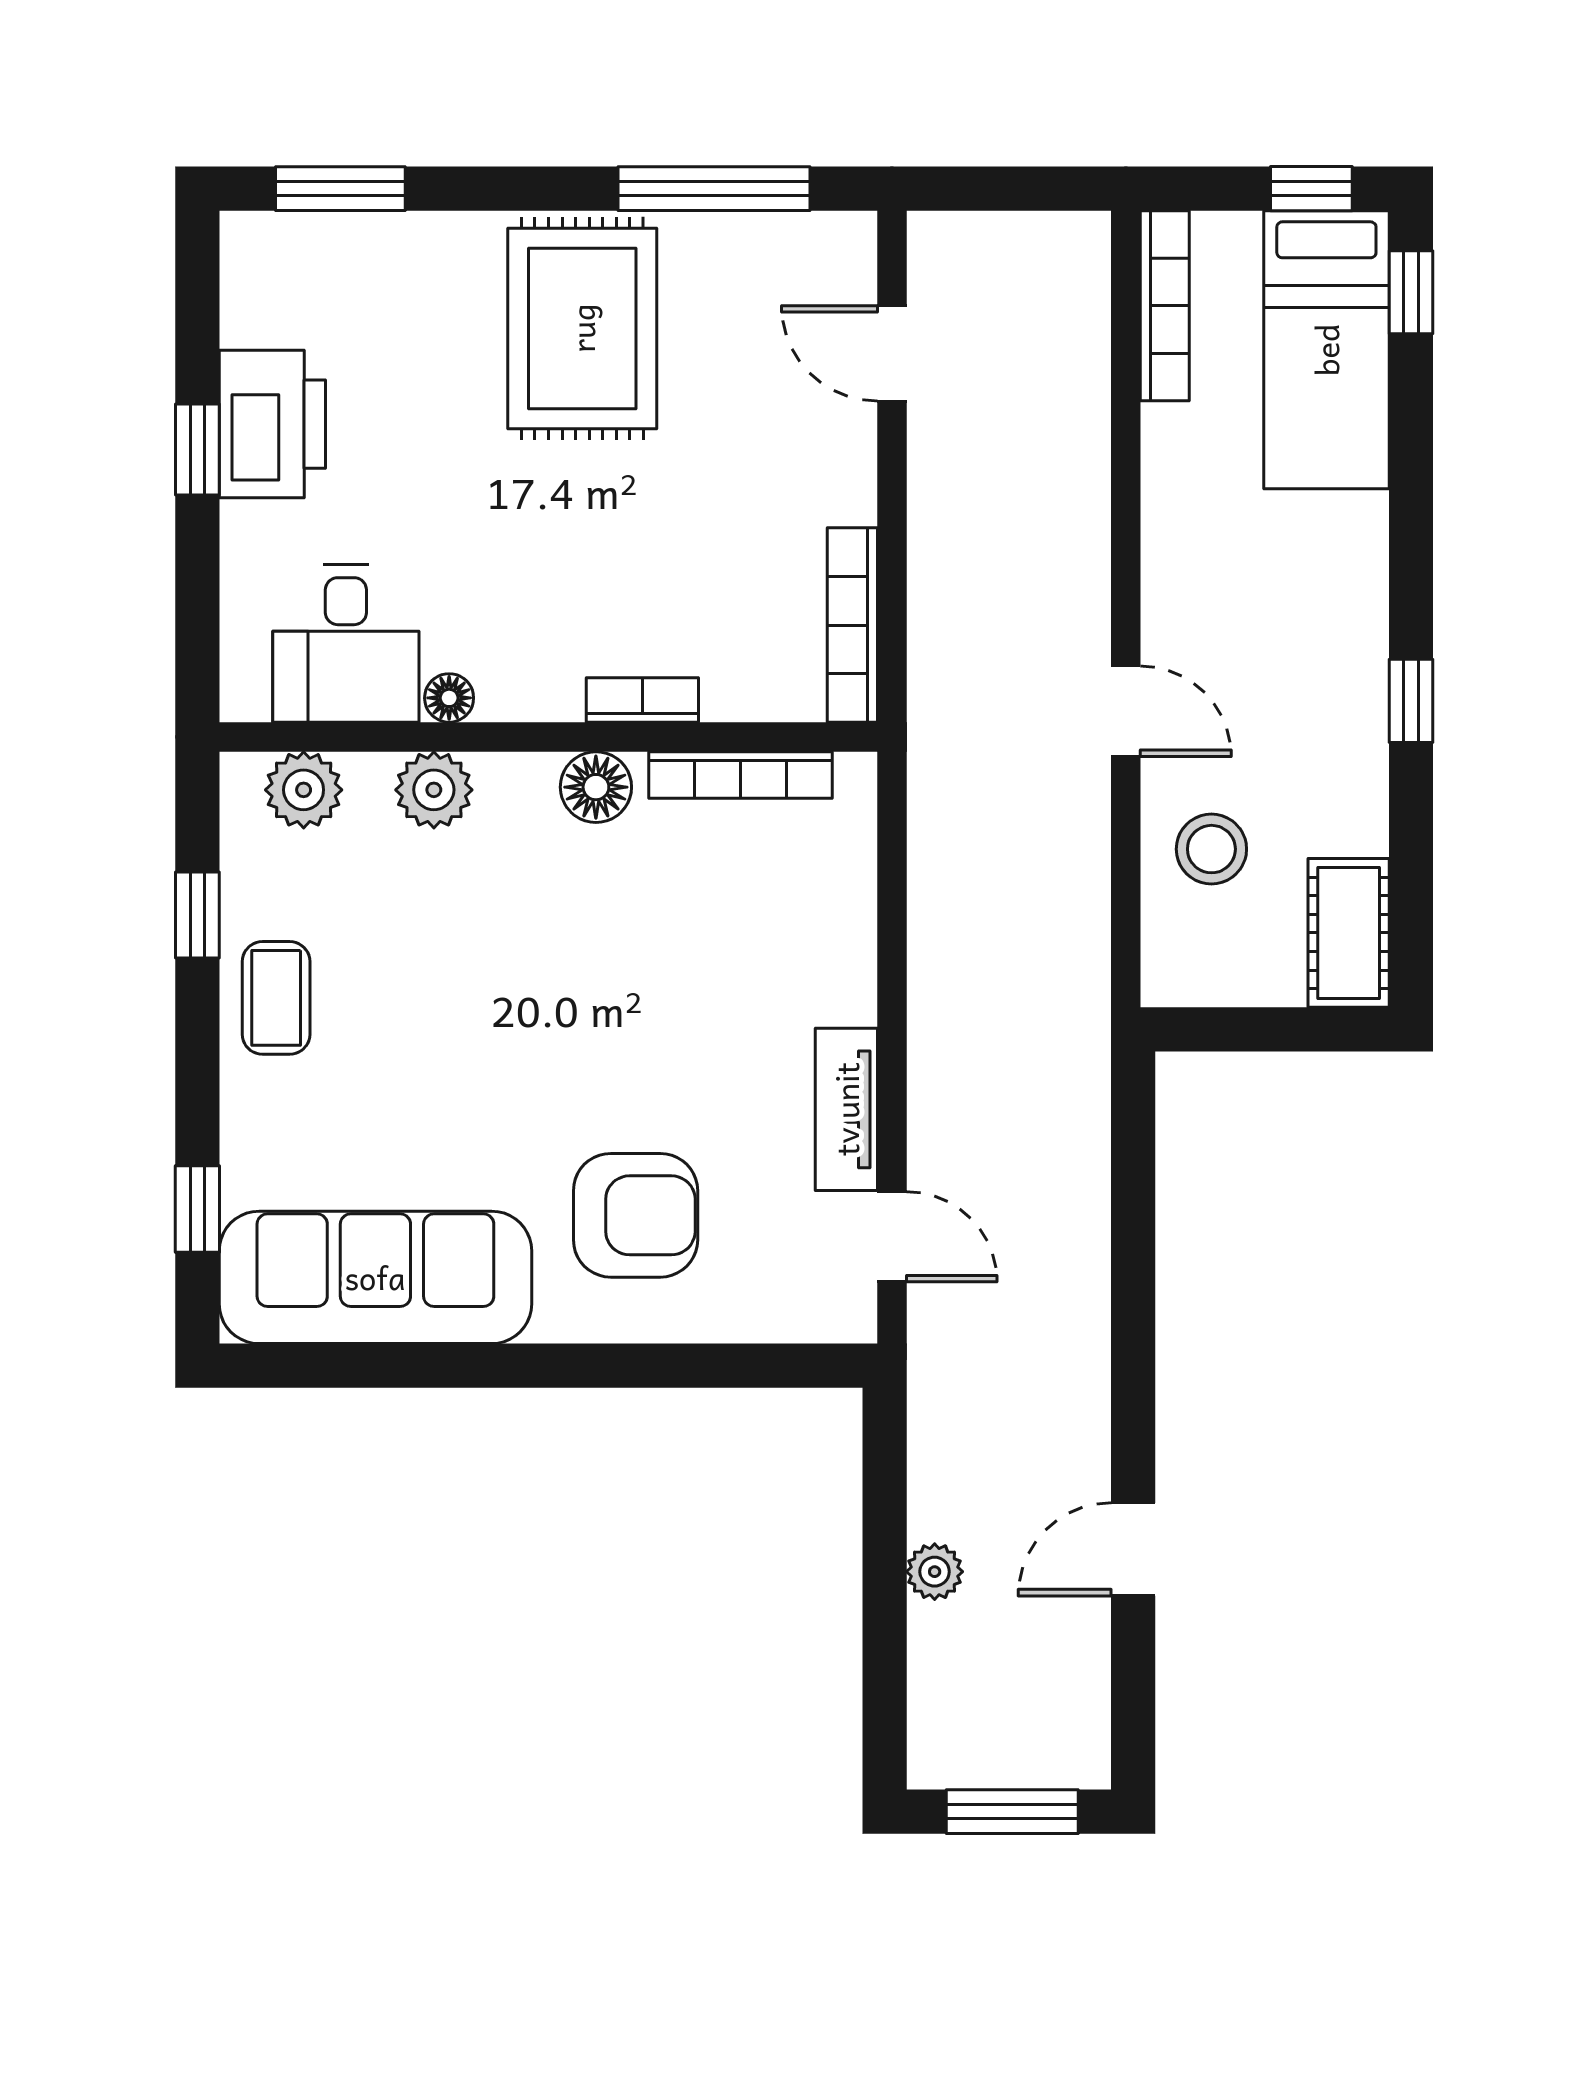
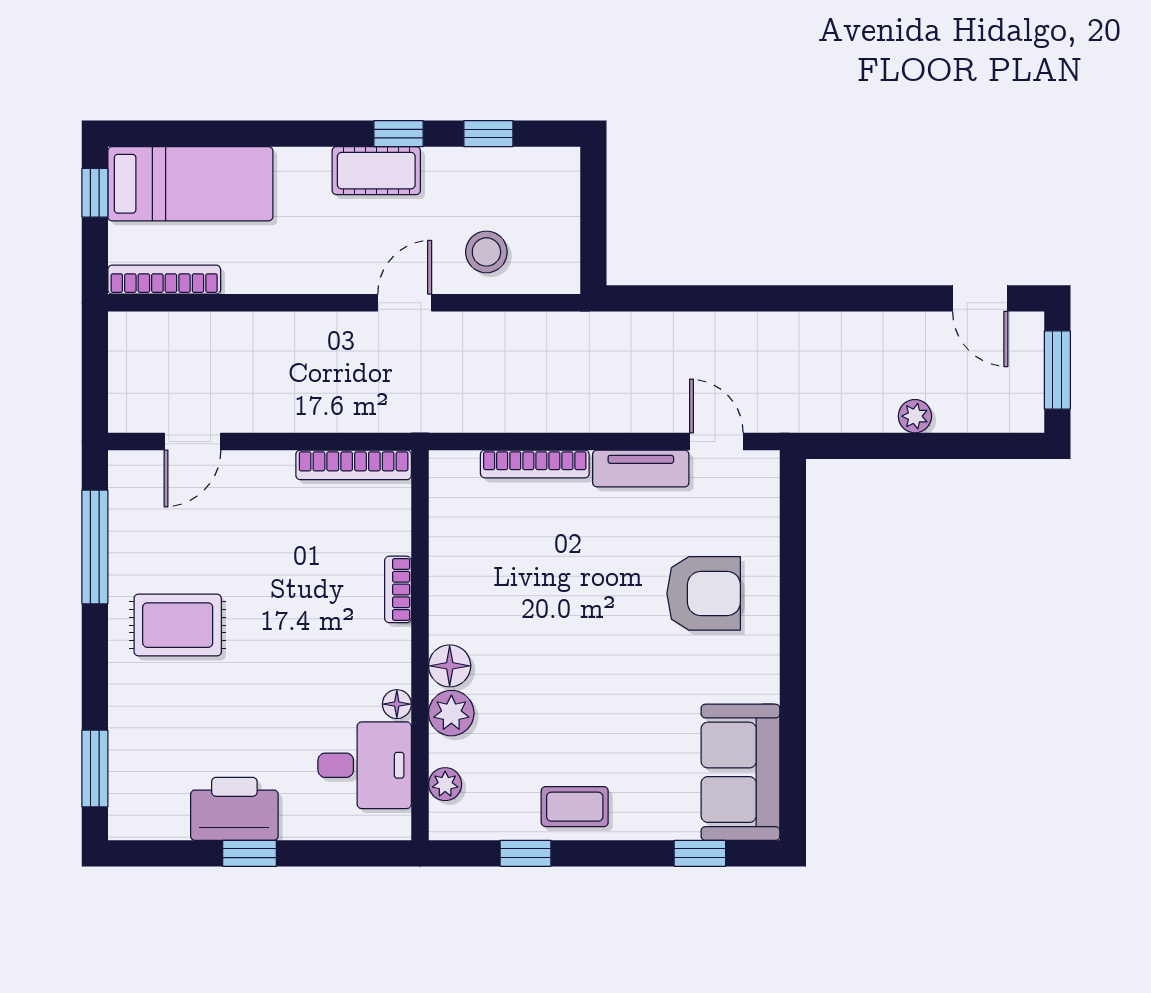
window: (1411, 292) -> (488, 134), moved
rug: (582, 328) -> (178, 625), width x0.73, depth x0.70
bookcase: (740, 775) -> (535, 464), moved, turned 90
floor lamp: (596, 787) -> (450, 666), moved
plant: (304, 790) -> (445, 784), width x0.73, depth x0.73
cot: (1349, 933) -> (376, 171), moved
armchair: (636, 1215) -> (704, 593), turned 90
door: (892, 1237) -> (716, 441), hinge flipped
sofa: (375, 1277) -> (740, 772), width x0.73
door: (1133, 1549) -> (980, 298), moved

